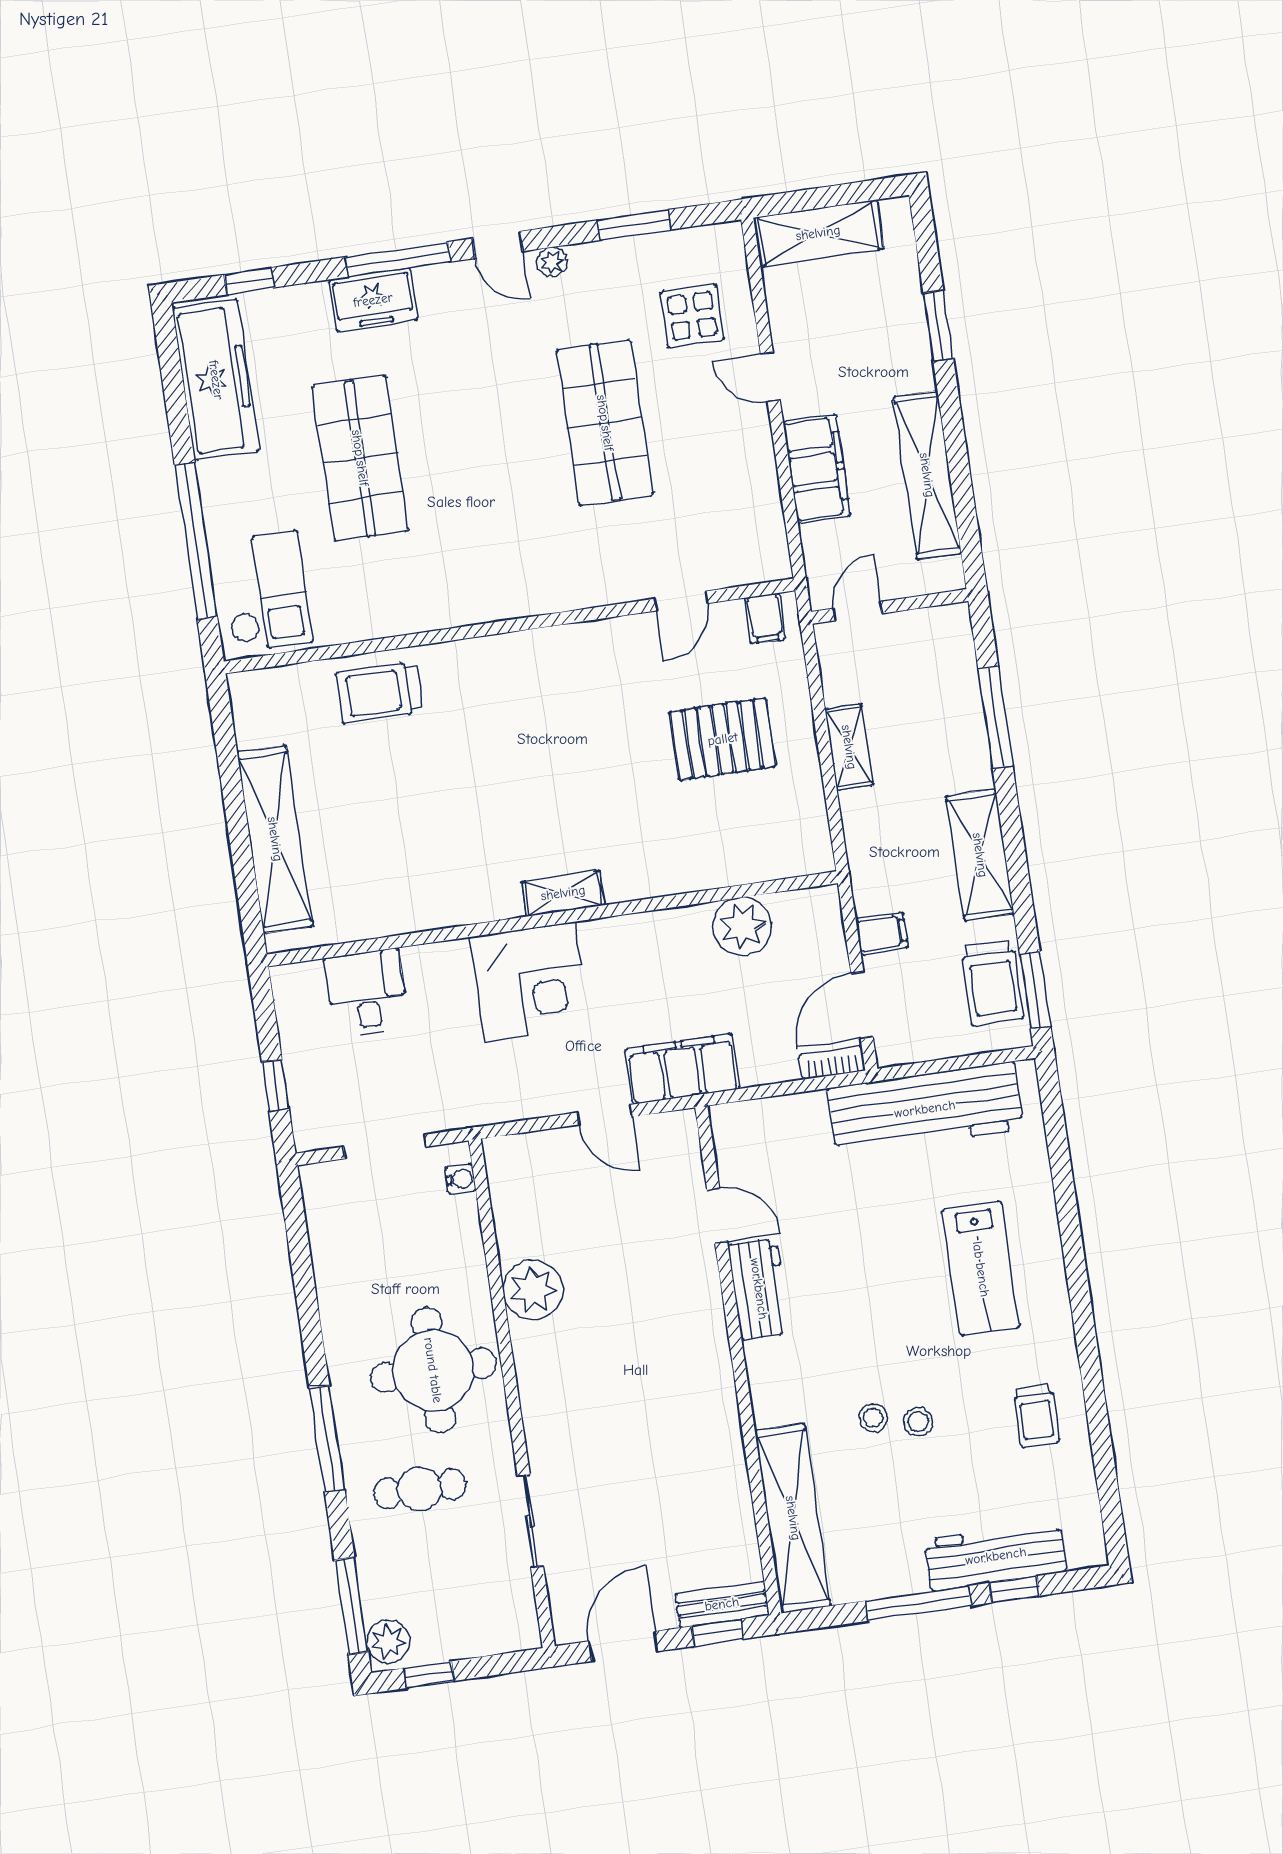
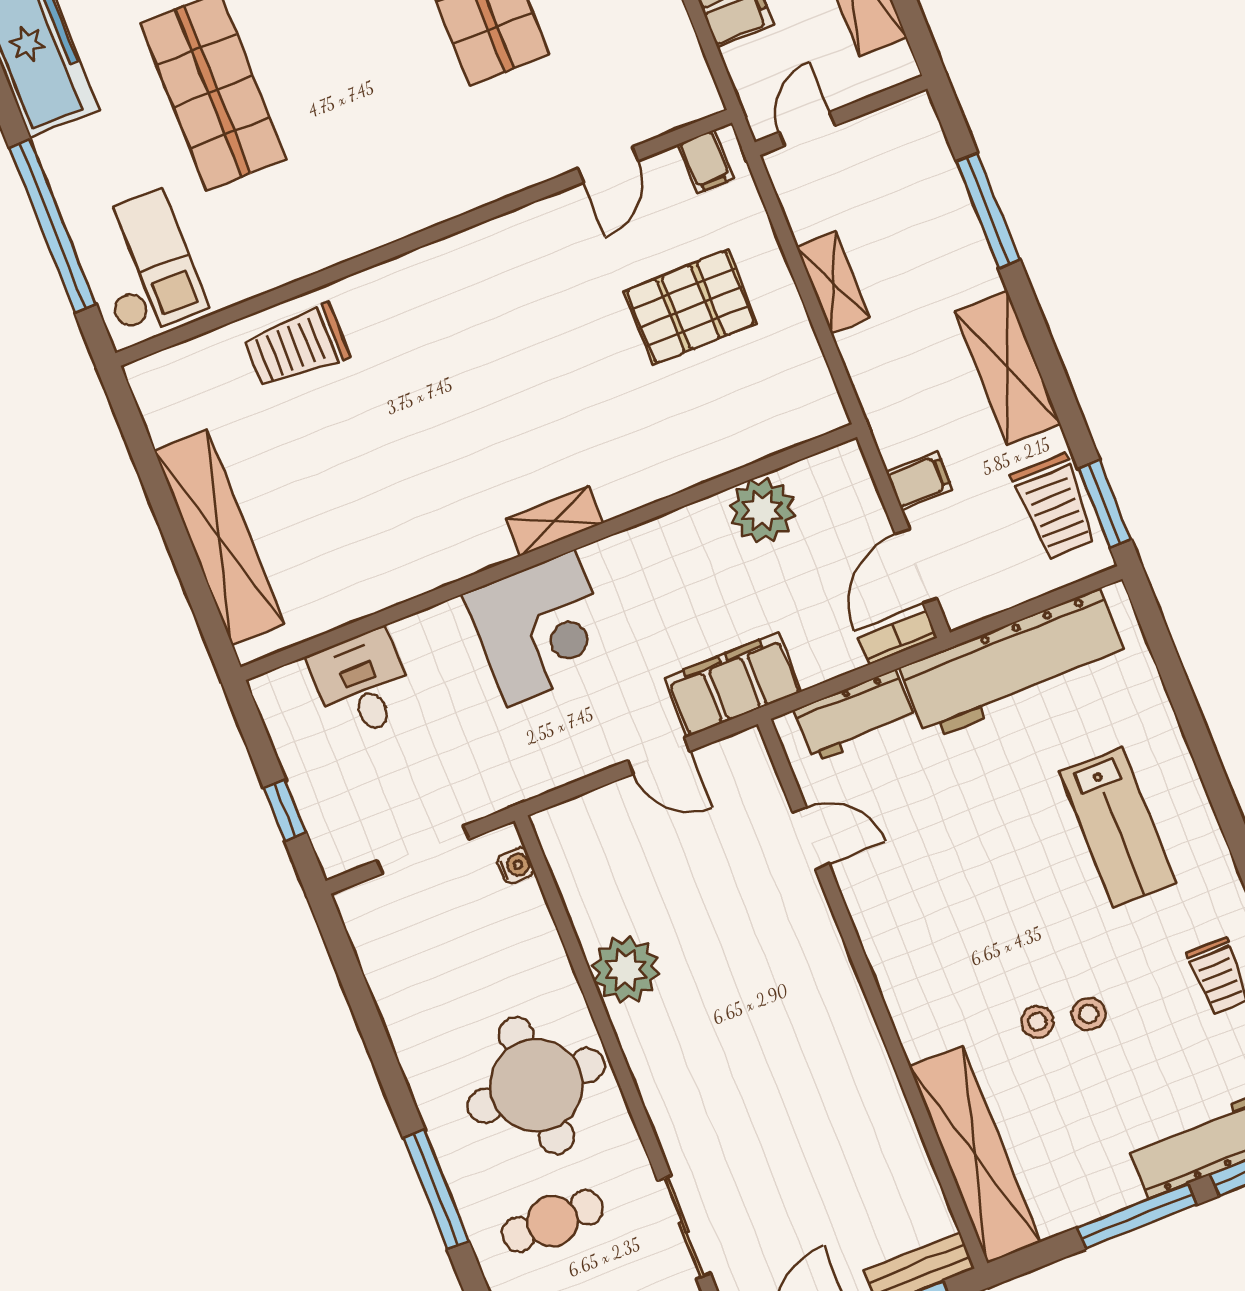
workbench: (759, 1289) -> (855, 716), moved, turned 90

